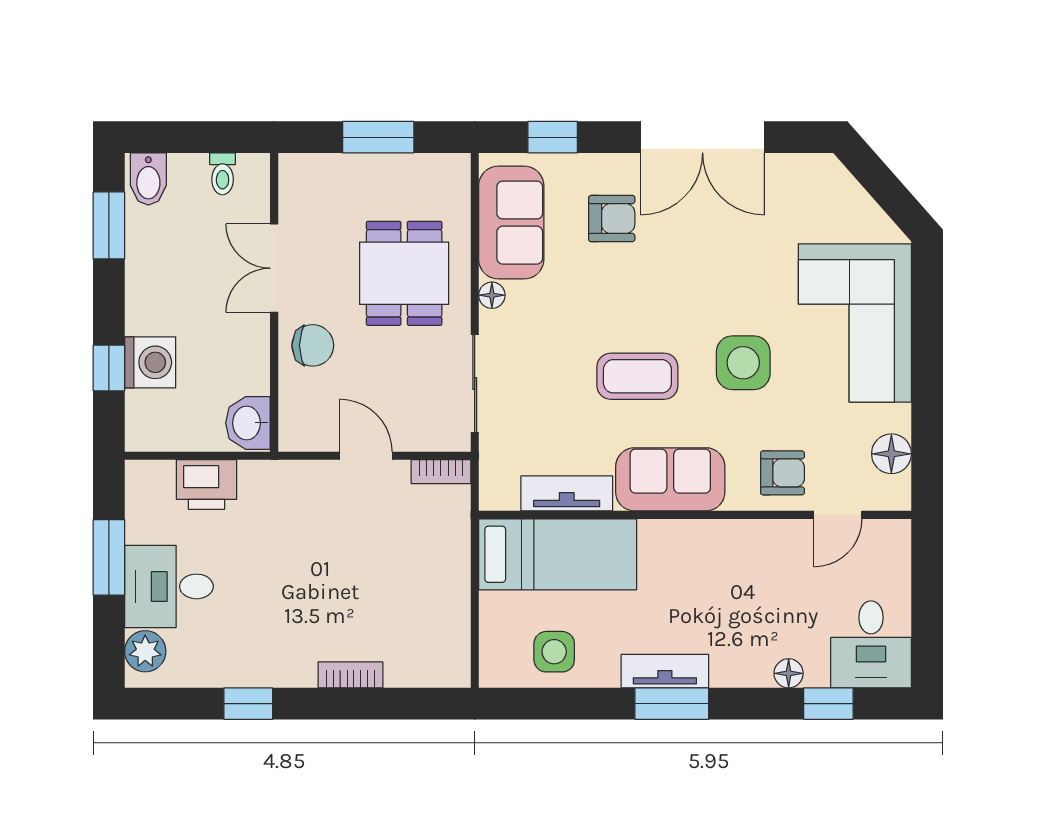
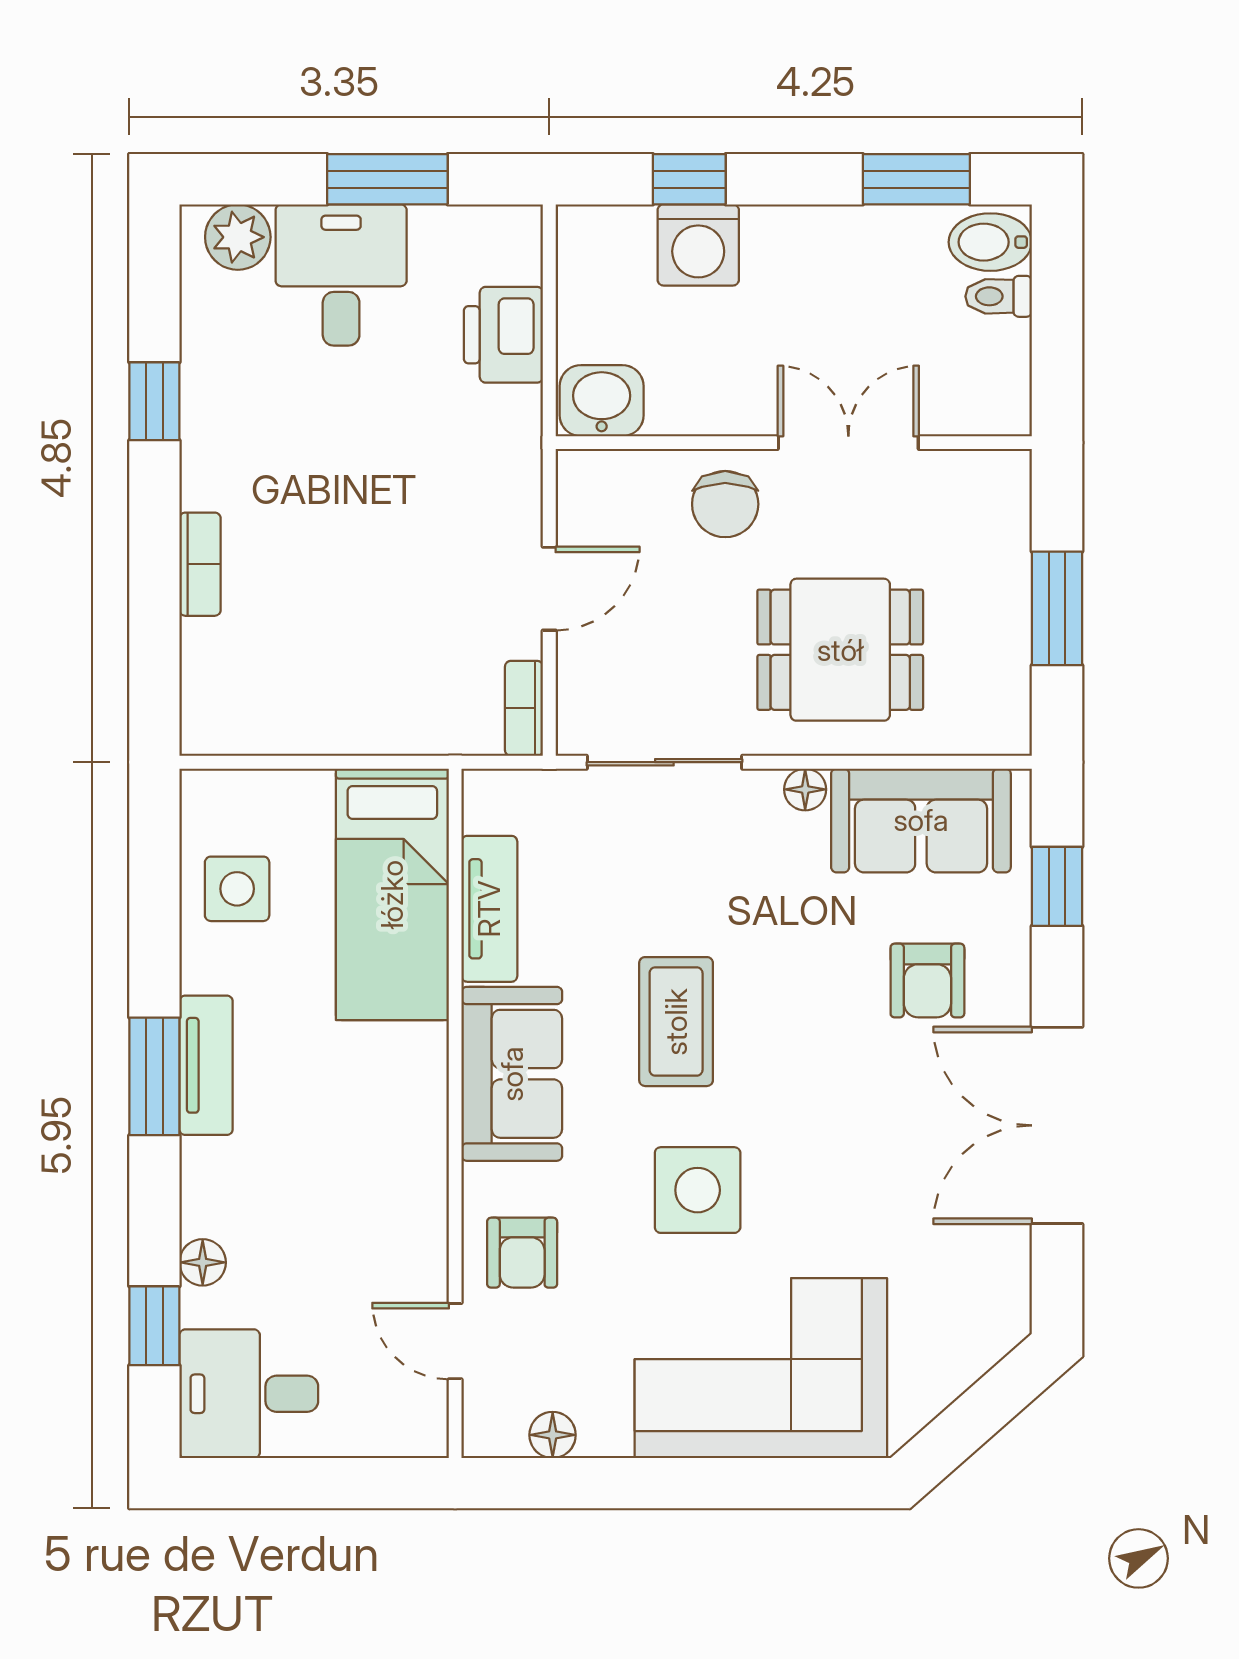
toilet: (223, 174) -> (999, 296), moved
floor lamp: (891, 454) -> (553, 1435), width x0.73, depth x0.73

